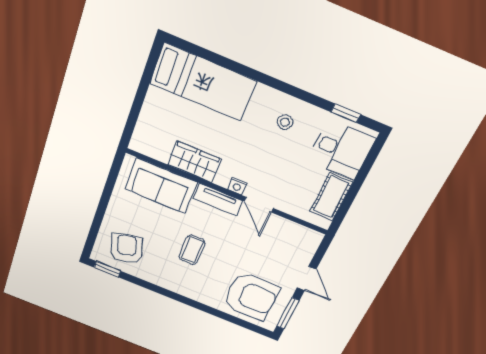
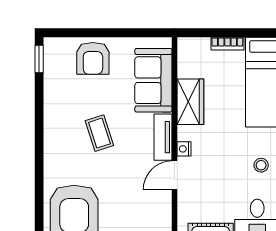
bookcase: (150, 104) -> (227, 44), added
armchair: (127, 249) -> (93, 58), moved, turned 105
coffee table: (192, 250) -> (99, 133), turned 72

